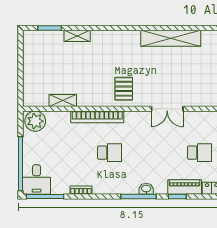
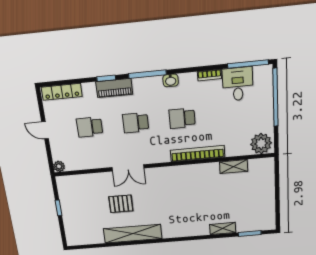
pallet: (124, 89) -> (121, 204), moved, turned 90
double door: (167, 109) -> (128, 168), swing flipped
school desk: (155, 153) -> (136, 123), added
desk: (36, 180) -> (238, 84), moved
piano: (185, 187) -> (114, 88), moved
washbasin: (146, 189) -> (171, 80), moved

